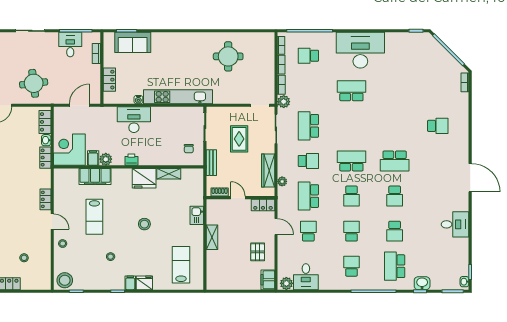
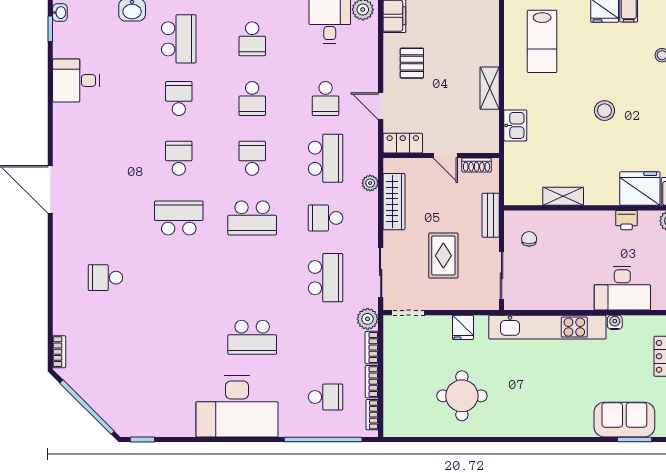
fridge: (228, 97) -> (463, 327), added
fridge: (144, 178) -> (640, 189), moved
desk: (455, 224) -> (76, 81), moved

